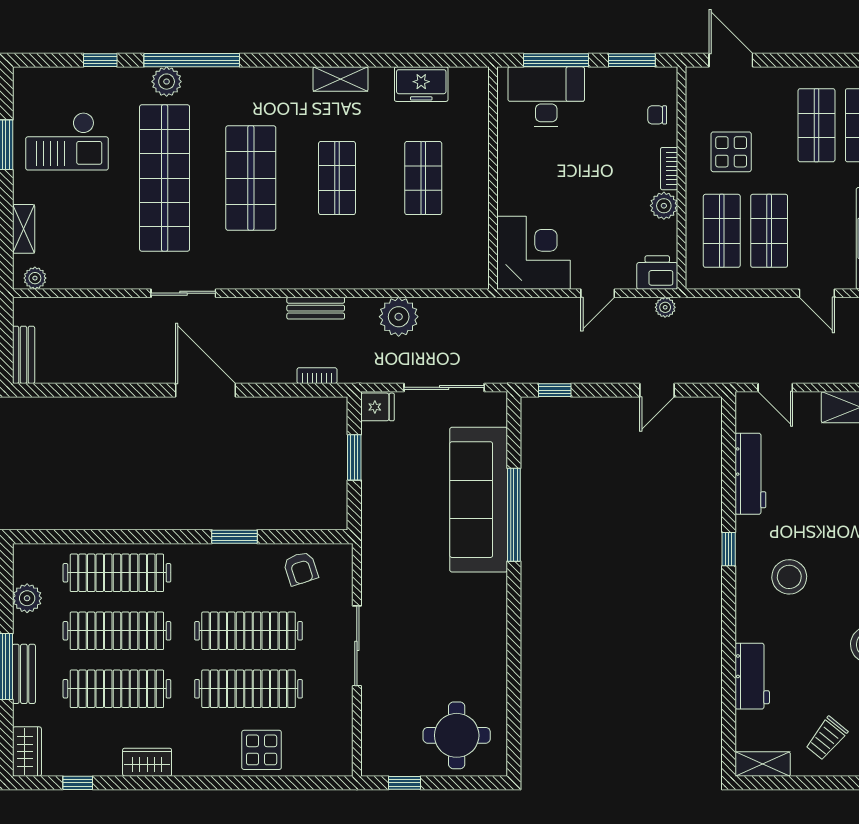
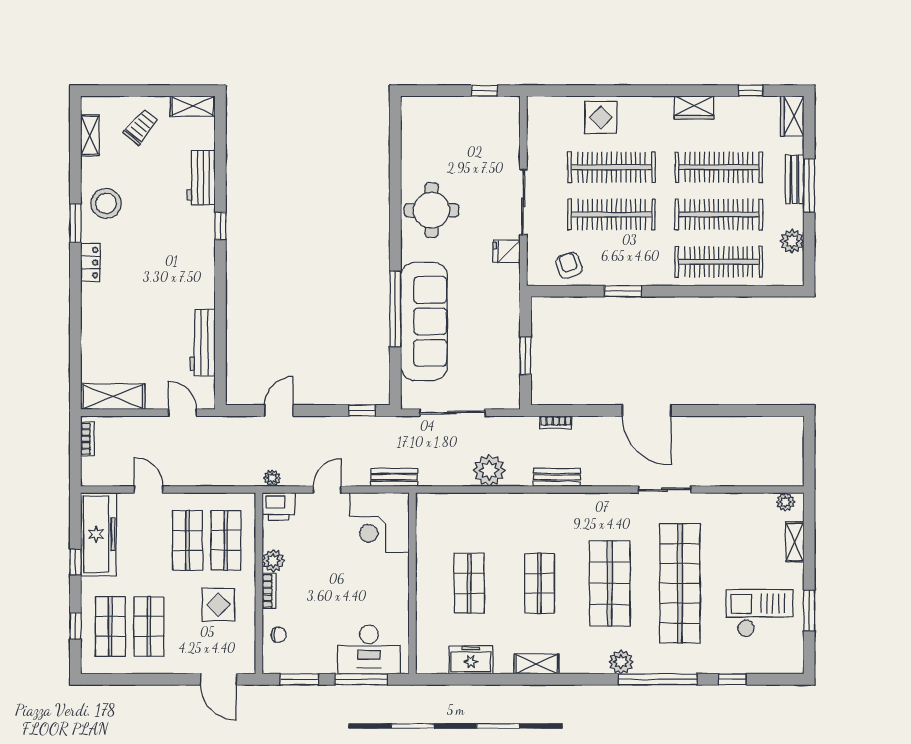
plant: (167, 82) -> (621, 662), moved
bench: (24, 355) -> (394, 477), moved, turned 90
fridge: (377, 407) -> (507, 251), moved
window: (729, 549) -> (220, 226), moved
stool: (789, 577) -> (171, 258), removed
round table: (457, 735) -> (432, 210), moved

